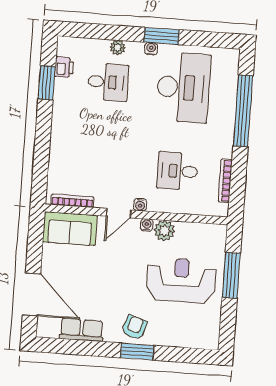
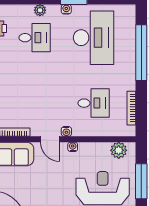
desk: (177, 171) -> (94, 103), turned 180
door: (119, 213) -> (50, 139), hinge flipped
plant: (164, 231) -> (119, 150), moved

